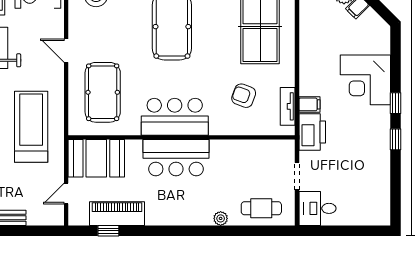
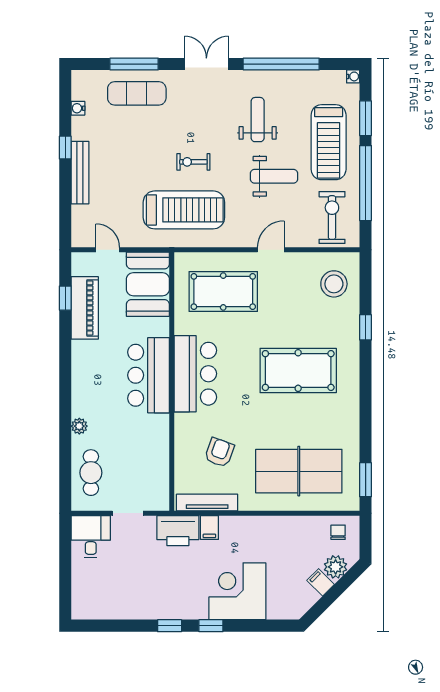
tv unit: (288, 106) -> (207, 503), width x1.41

